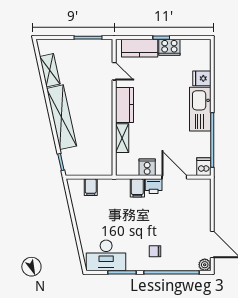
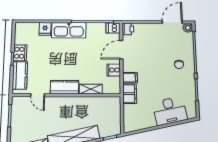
door: (114, 71) -> (38, 95), swing flipped
printer: (154, 186) -> (128, 29), moved
filing cabinet: (91, 187) -> (130, 94), moved, width x2.00
desk: (106, 255) -> (170, 111), moved, turned 78

